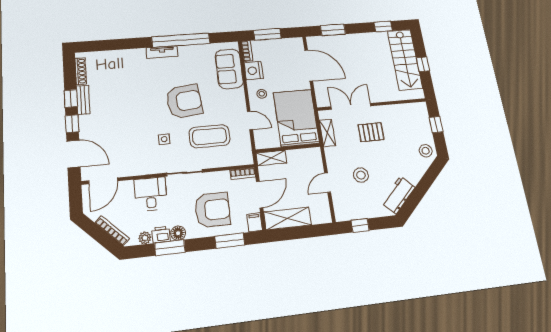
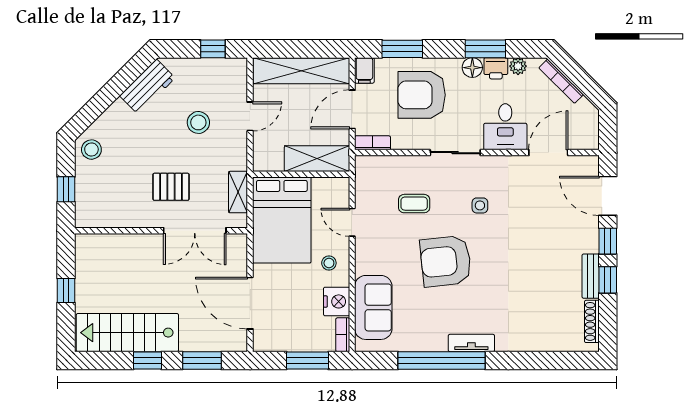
window: (383, 26) -> (147, 361), moved
stairs: (405, 60) -> (127, 333), moved, turned -90
coffee table: (210, 136) -> (414, 204), width x0.54, depth x0.58
shelving: (271, 158) -> (317, 159), width x1.50, depth x1.33
door: (103, 181) -> (548, 153), moved
shelving: (288, 218) -> (301, 71), width x1.47

